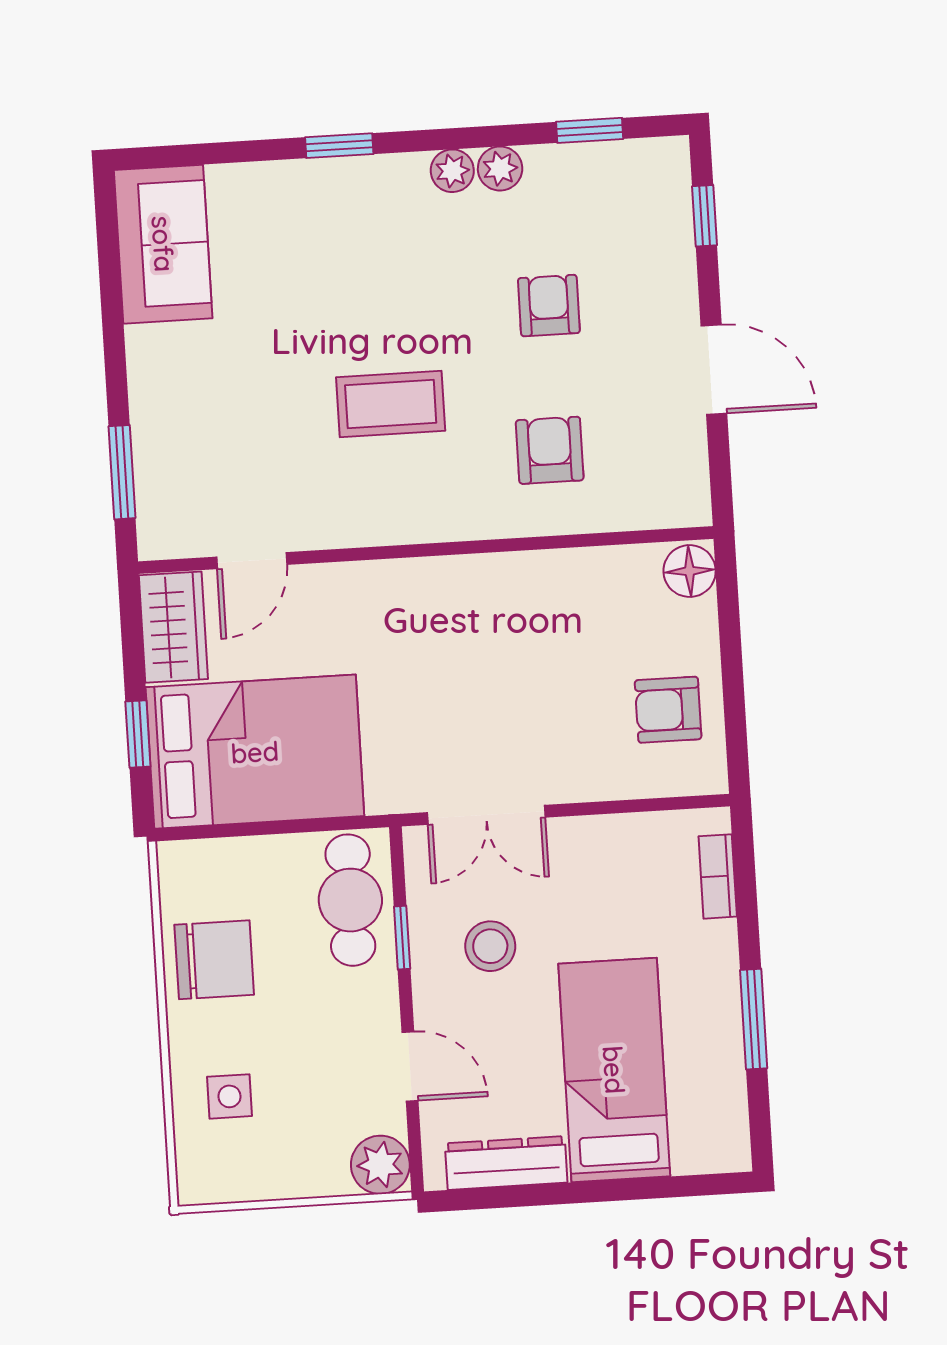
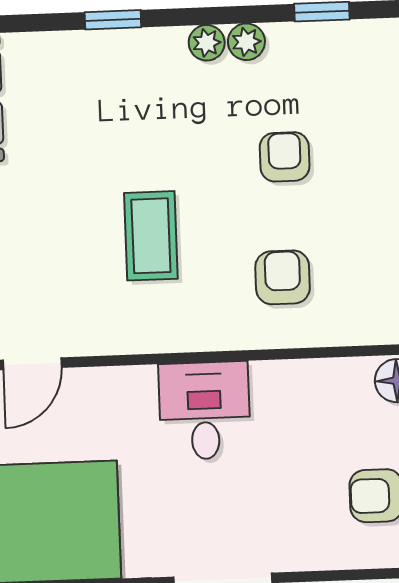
coffee table: (391, 404) -> (151, 236), turned 90
desk: (460, 612) -> (205, 411), added

